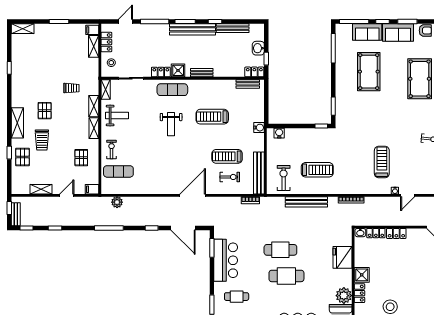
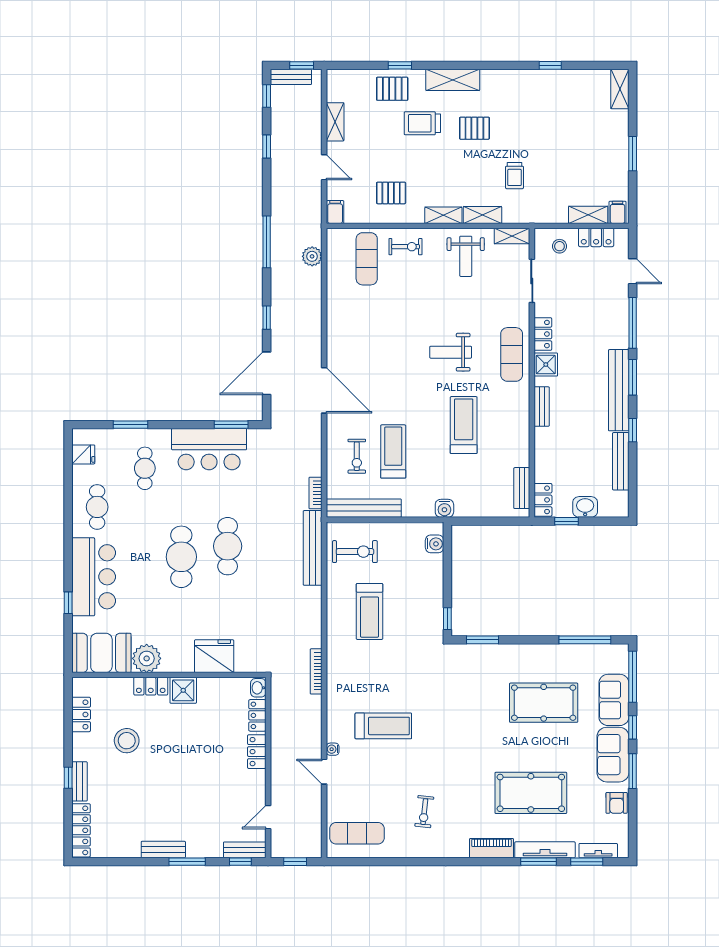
bench: (306, 202) -> (313, 548), moved

